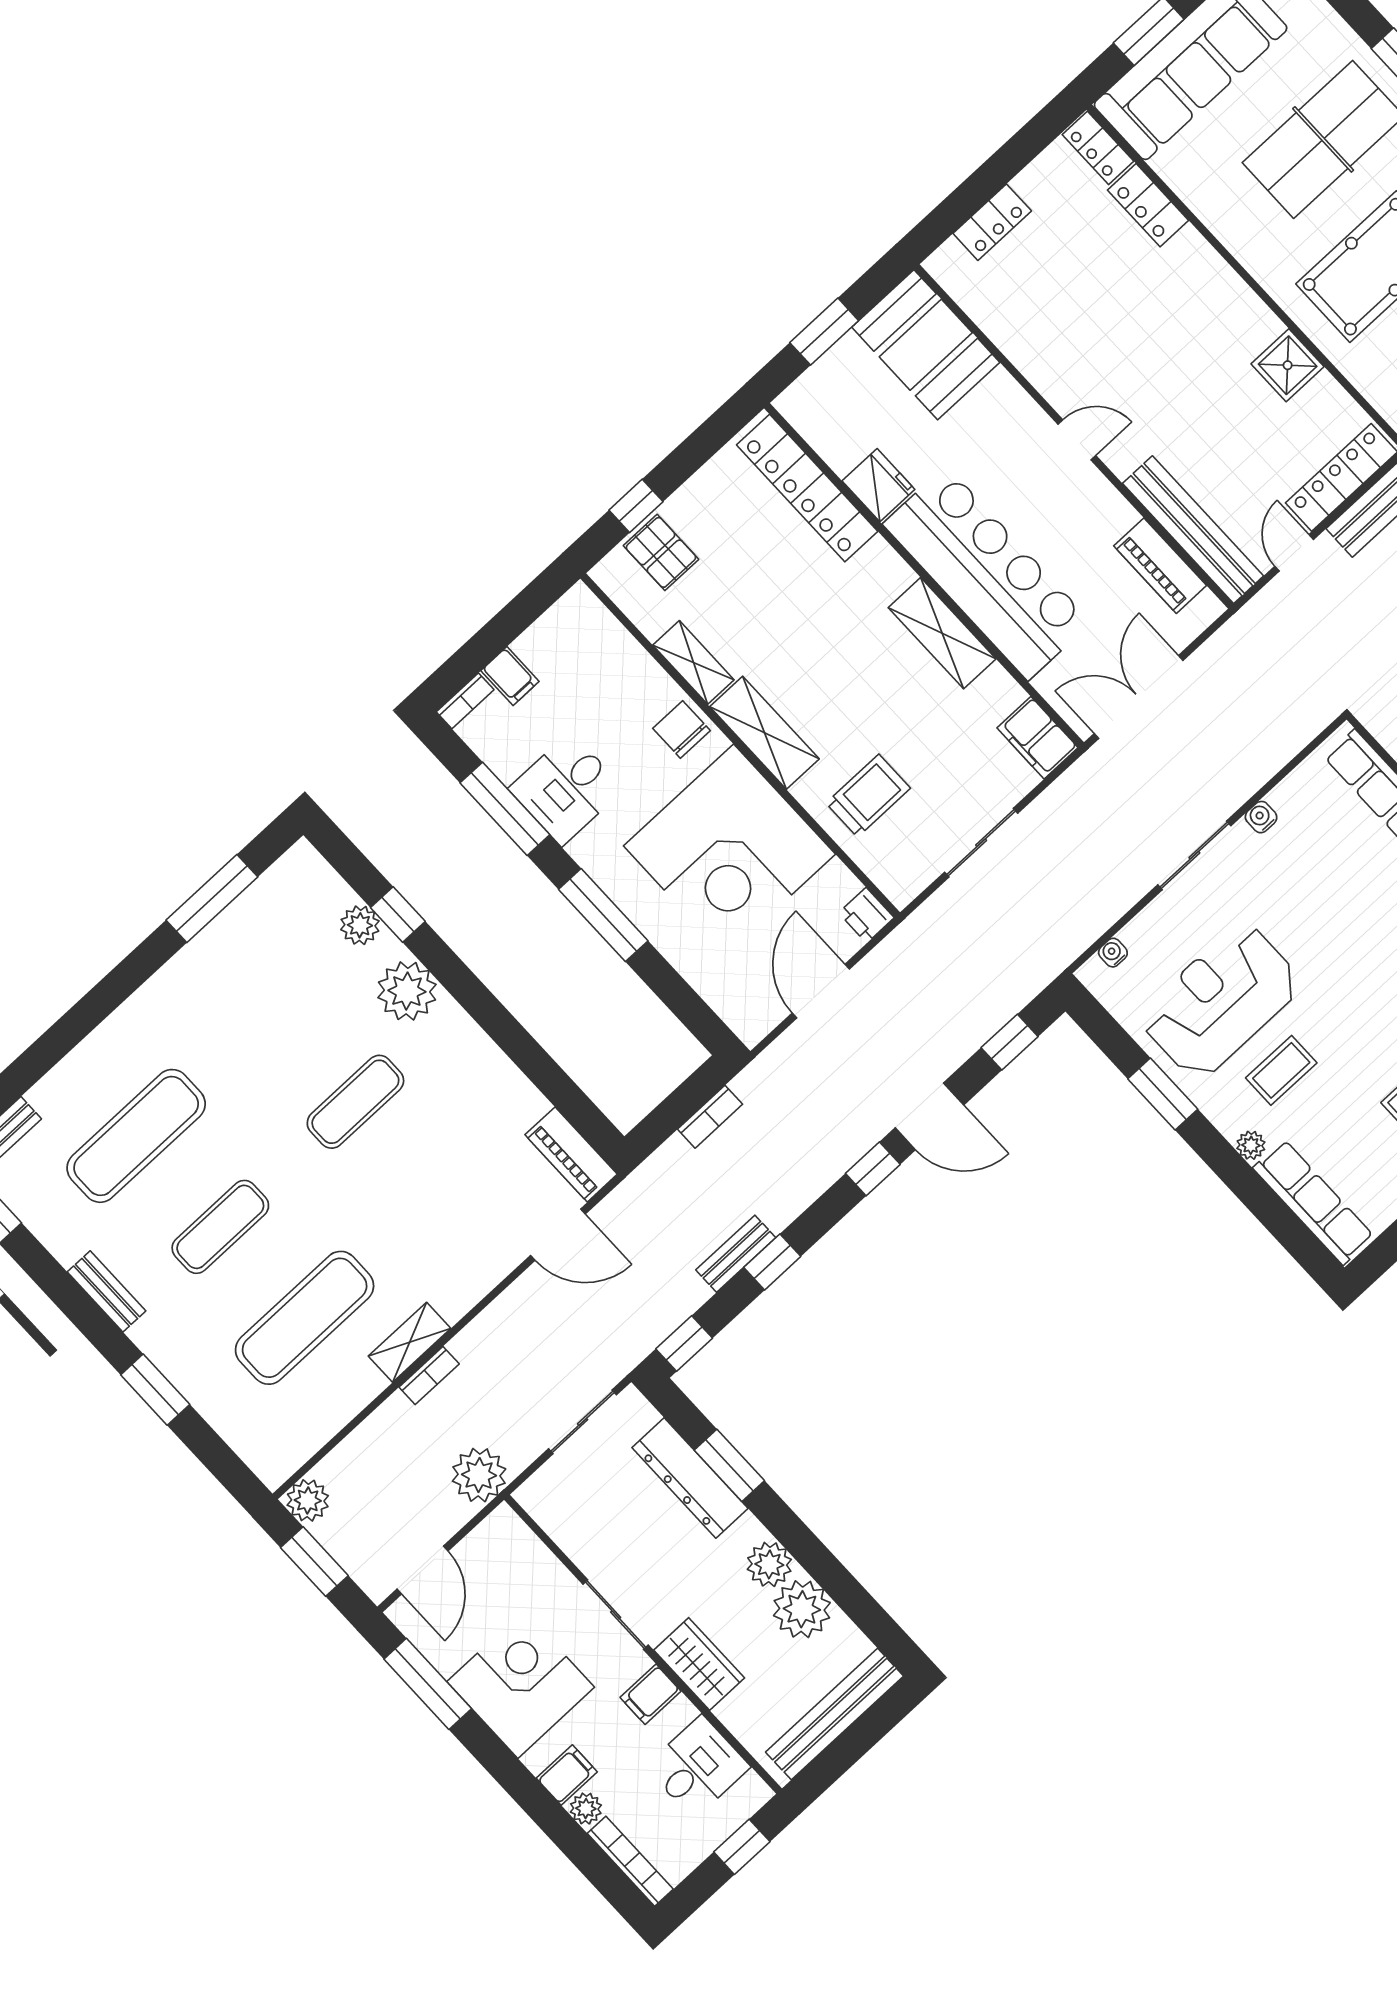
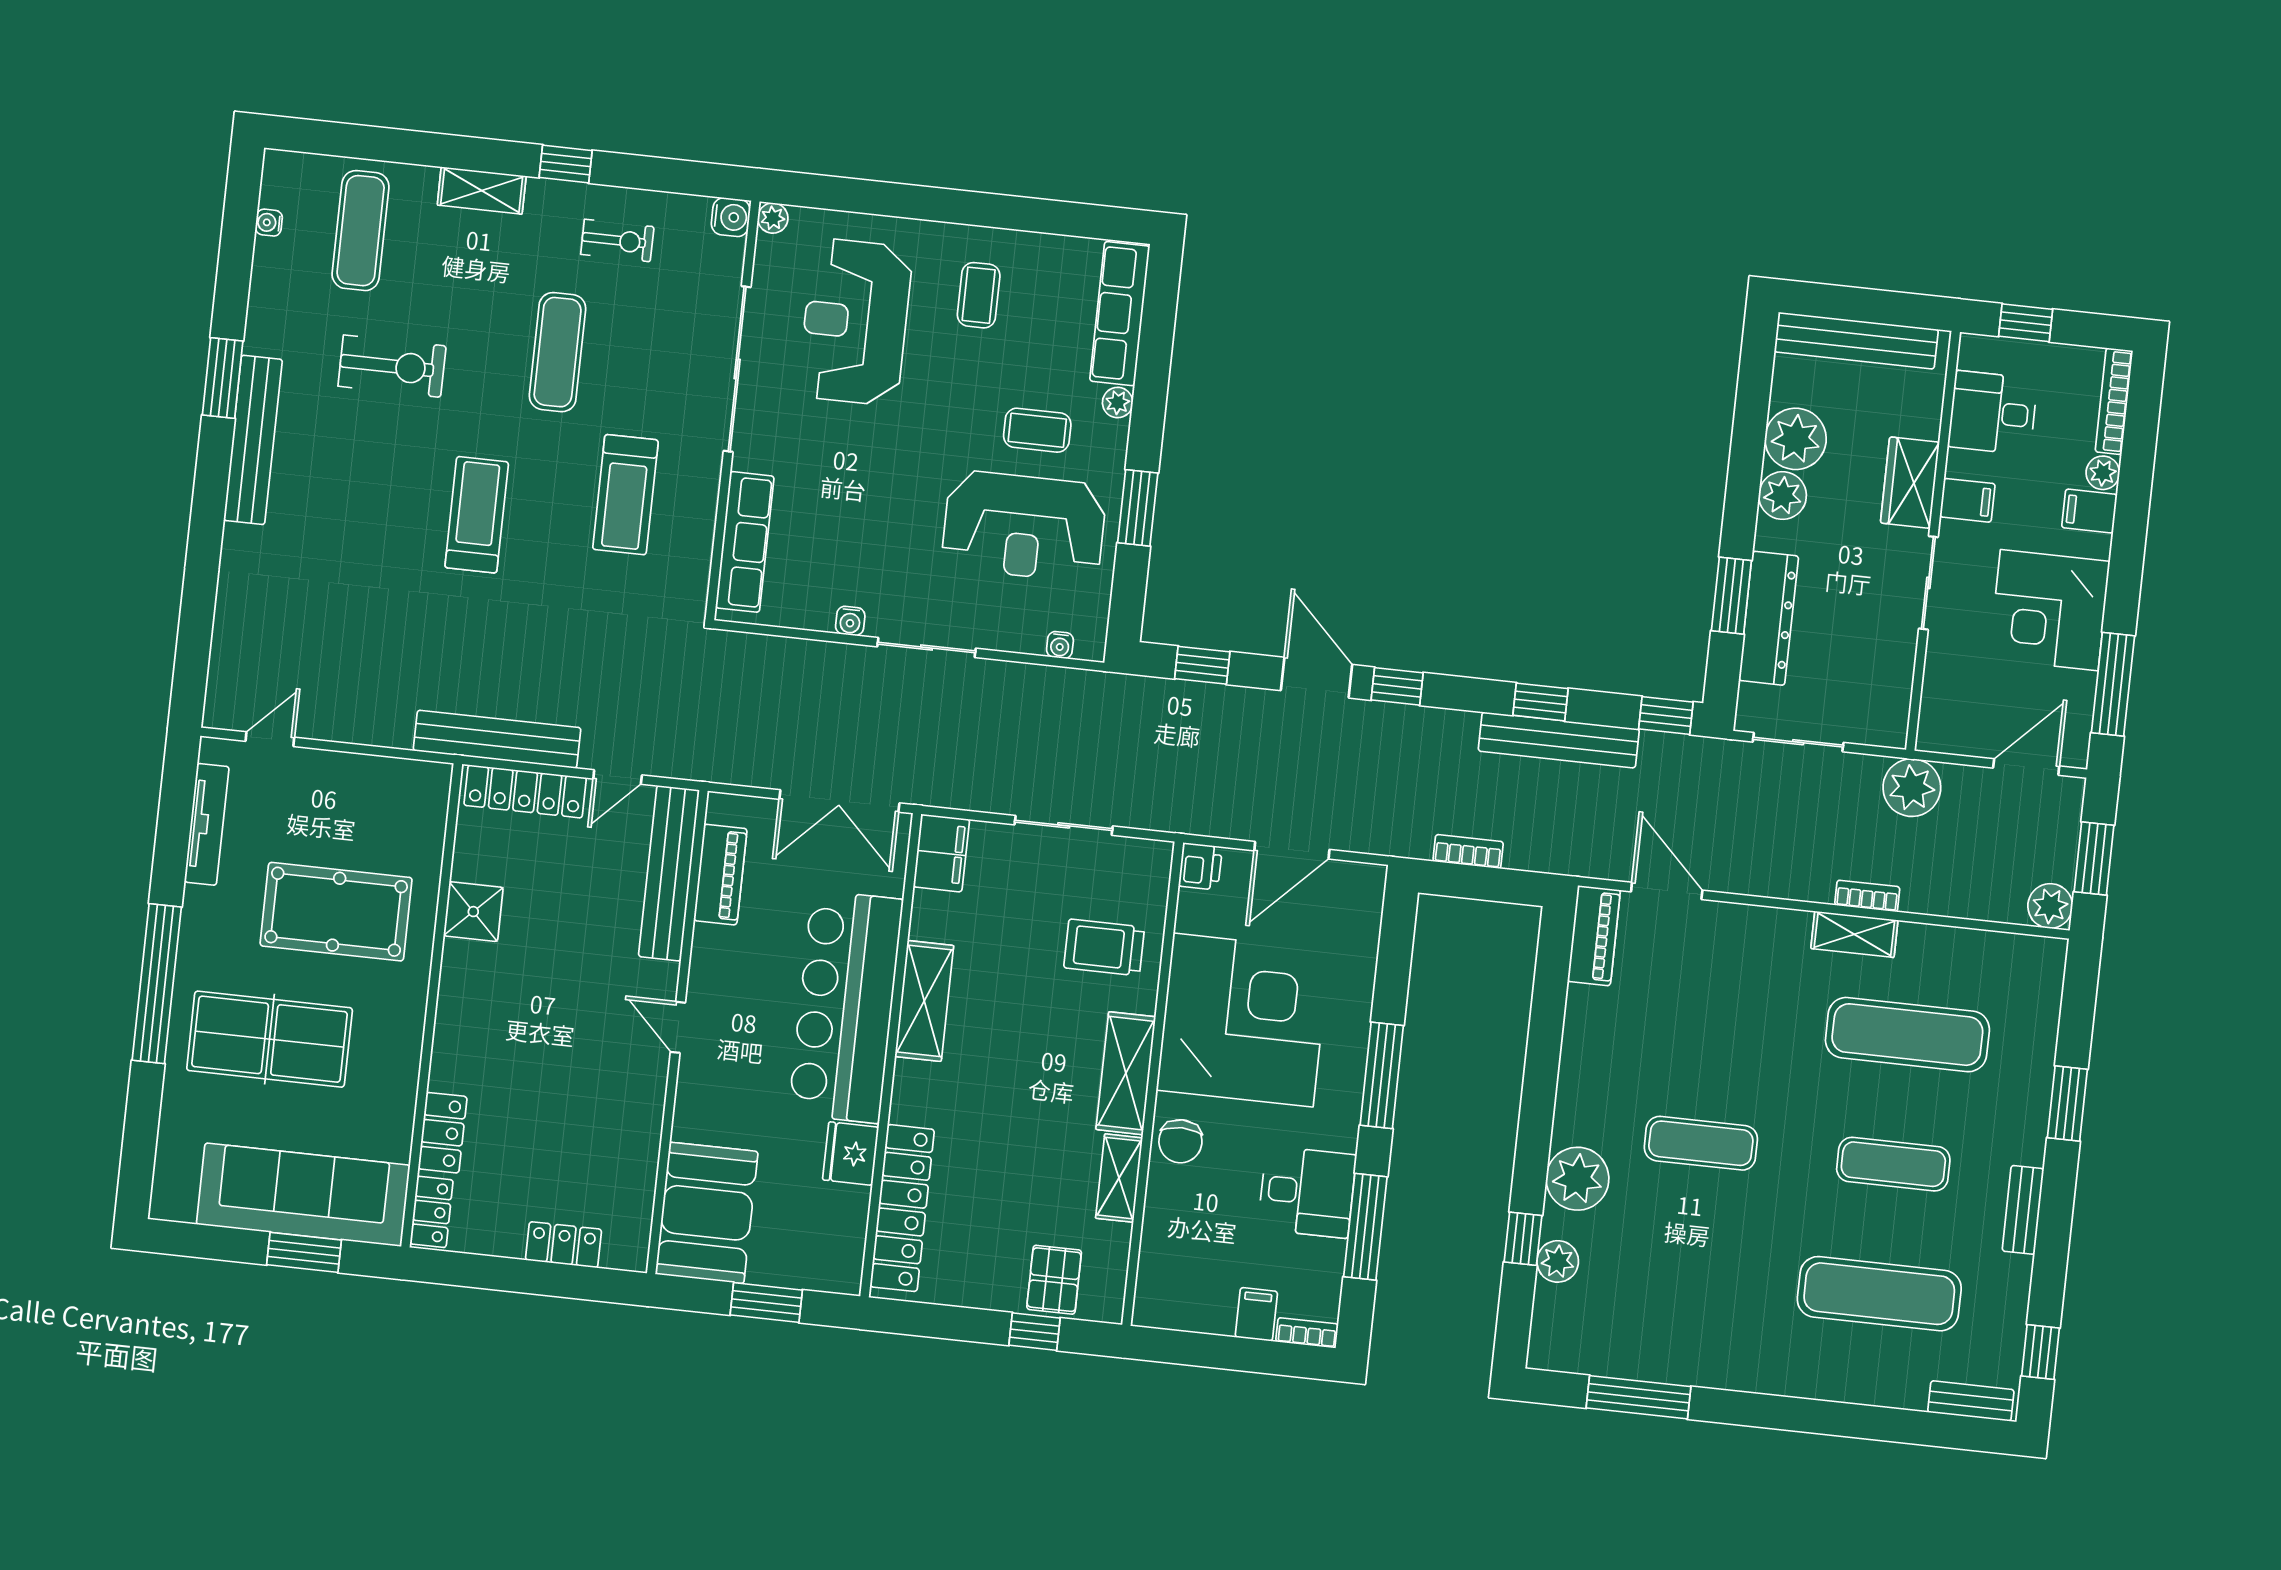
bench: (736, 1254) -> (1559, 740), width x1.86, depth x1.21

